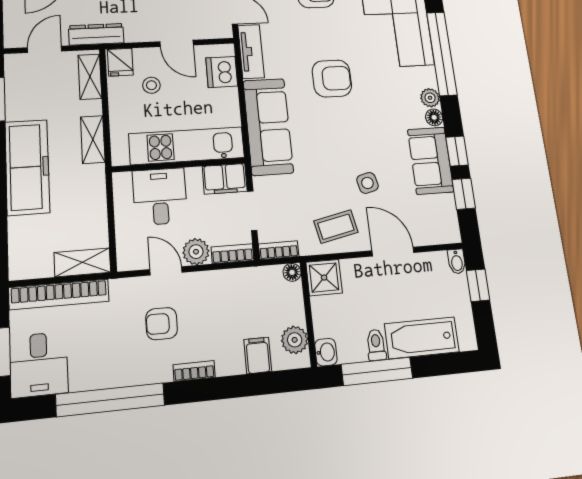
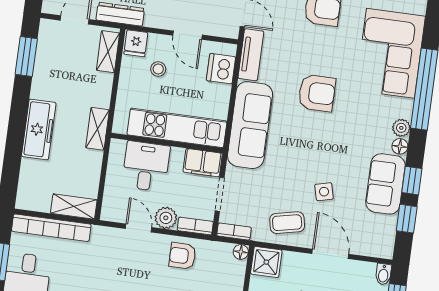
shelving: (93, 140) -> (97, 129), moved
freezer: (27, 167) -> (39, 129), width x0.73, depth x0.79
armchair: (162, 324) -> (182, 256), moved

